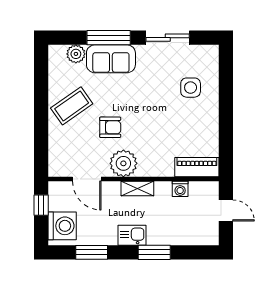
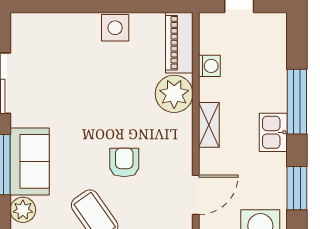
side table: (191, 88) -> (115, 28), moved
plant: (123, 163) -> (174, 94), moved
window: (154, 252) -> (297, 102), width x1.44

